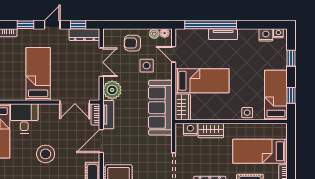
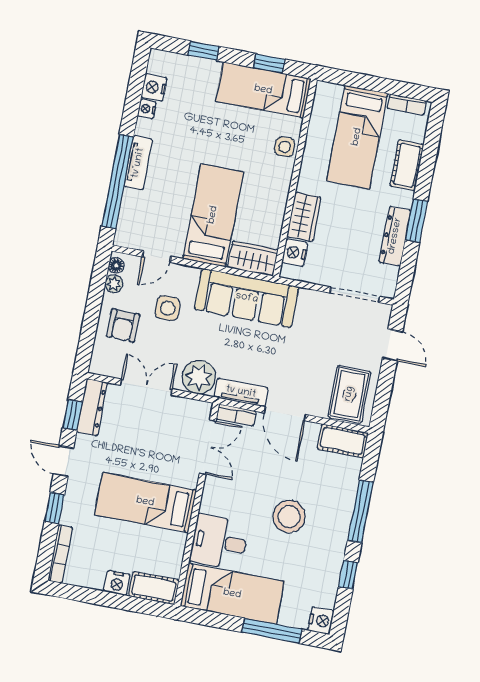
nightstand: (278, 33) -> (147, 109), moved

